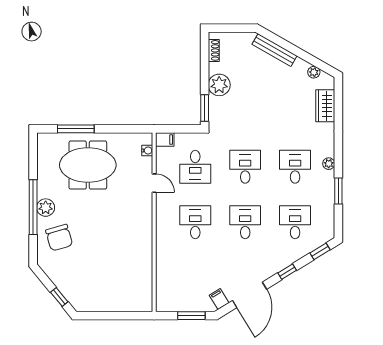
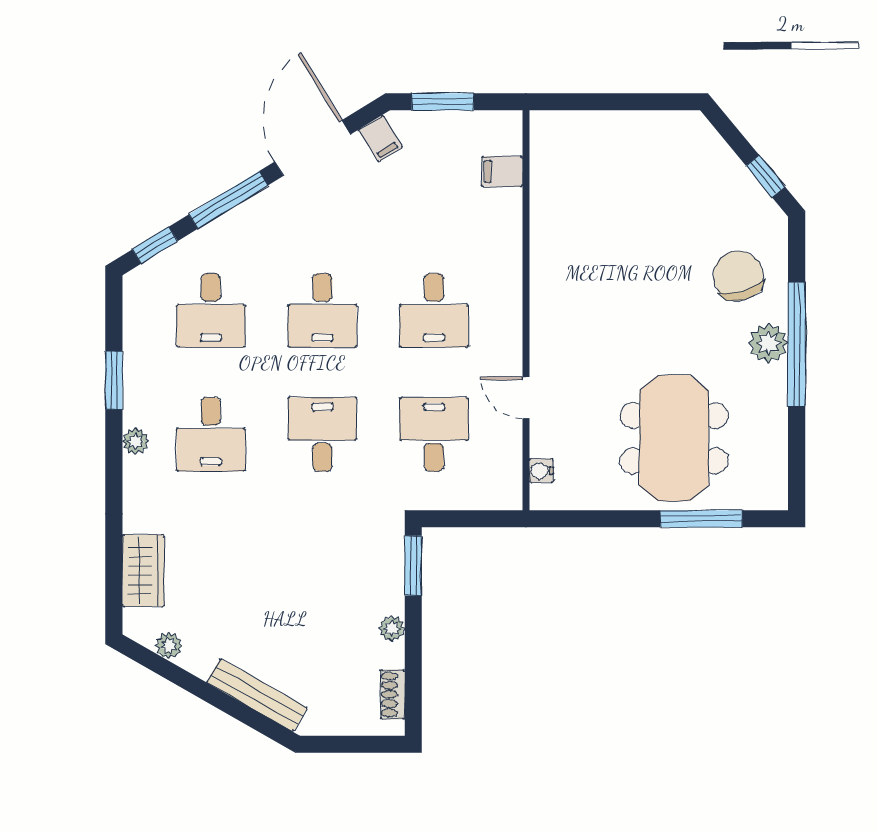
plant: (219, 85) -> (392, 629), width x0.53, depth x0.53
filing cabinet: (165, 140) -> (502, 172), moved
meeting table: (88, 165) -> (674, 438), turned 90
desk: (245, 167) -> (322, 434), turned 180
window: (287, 272) -> (228, 200), width x2.17
window: (59, 297) -> (766, 176), moved

